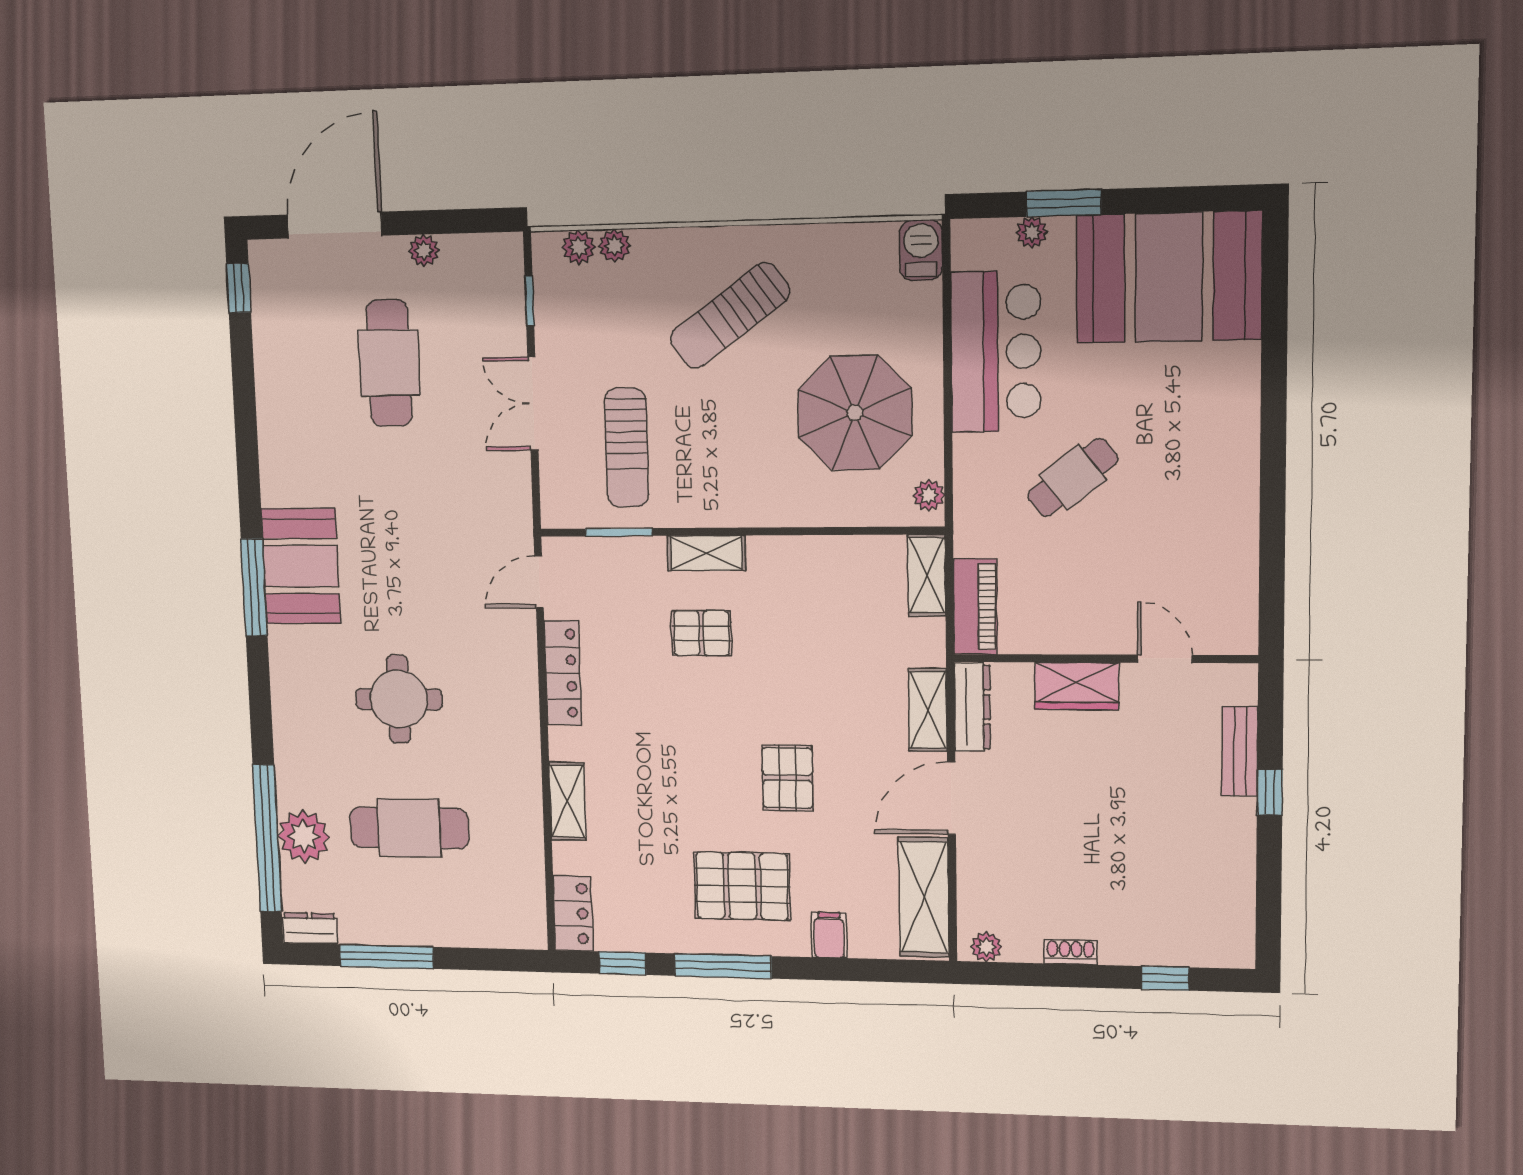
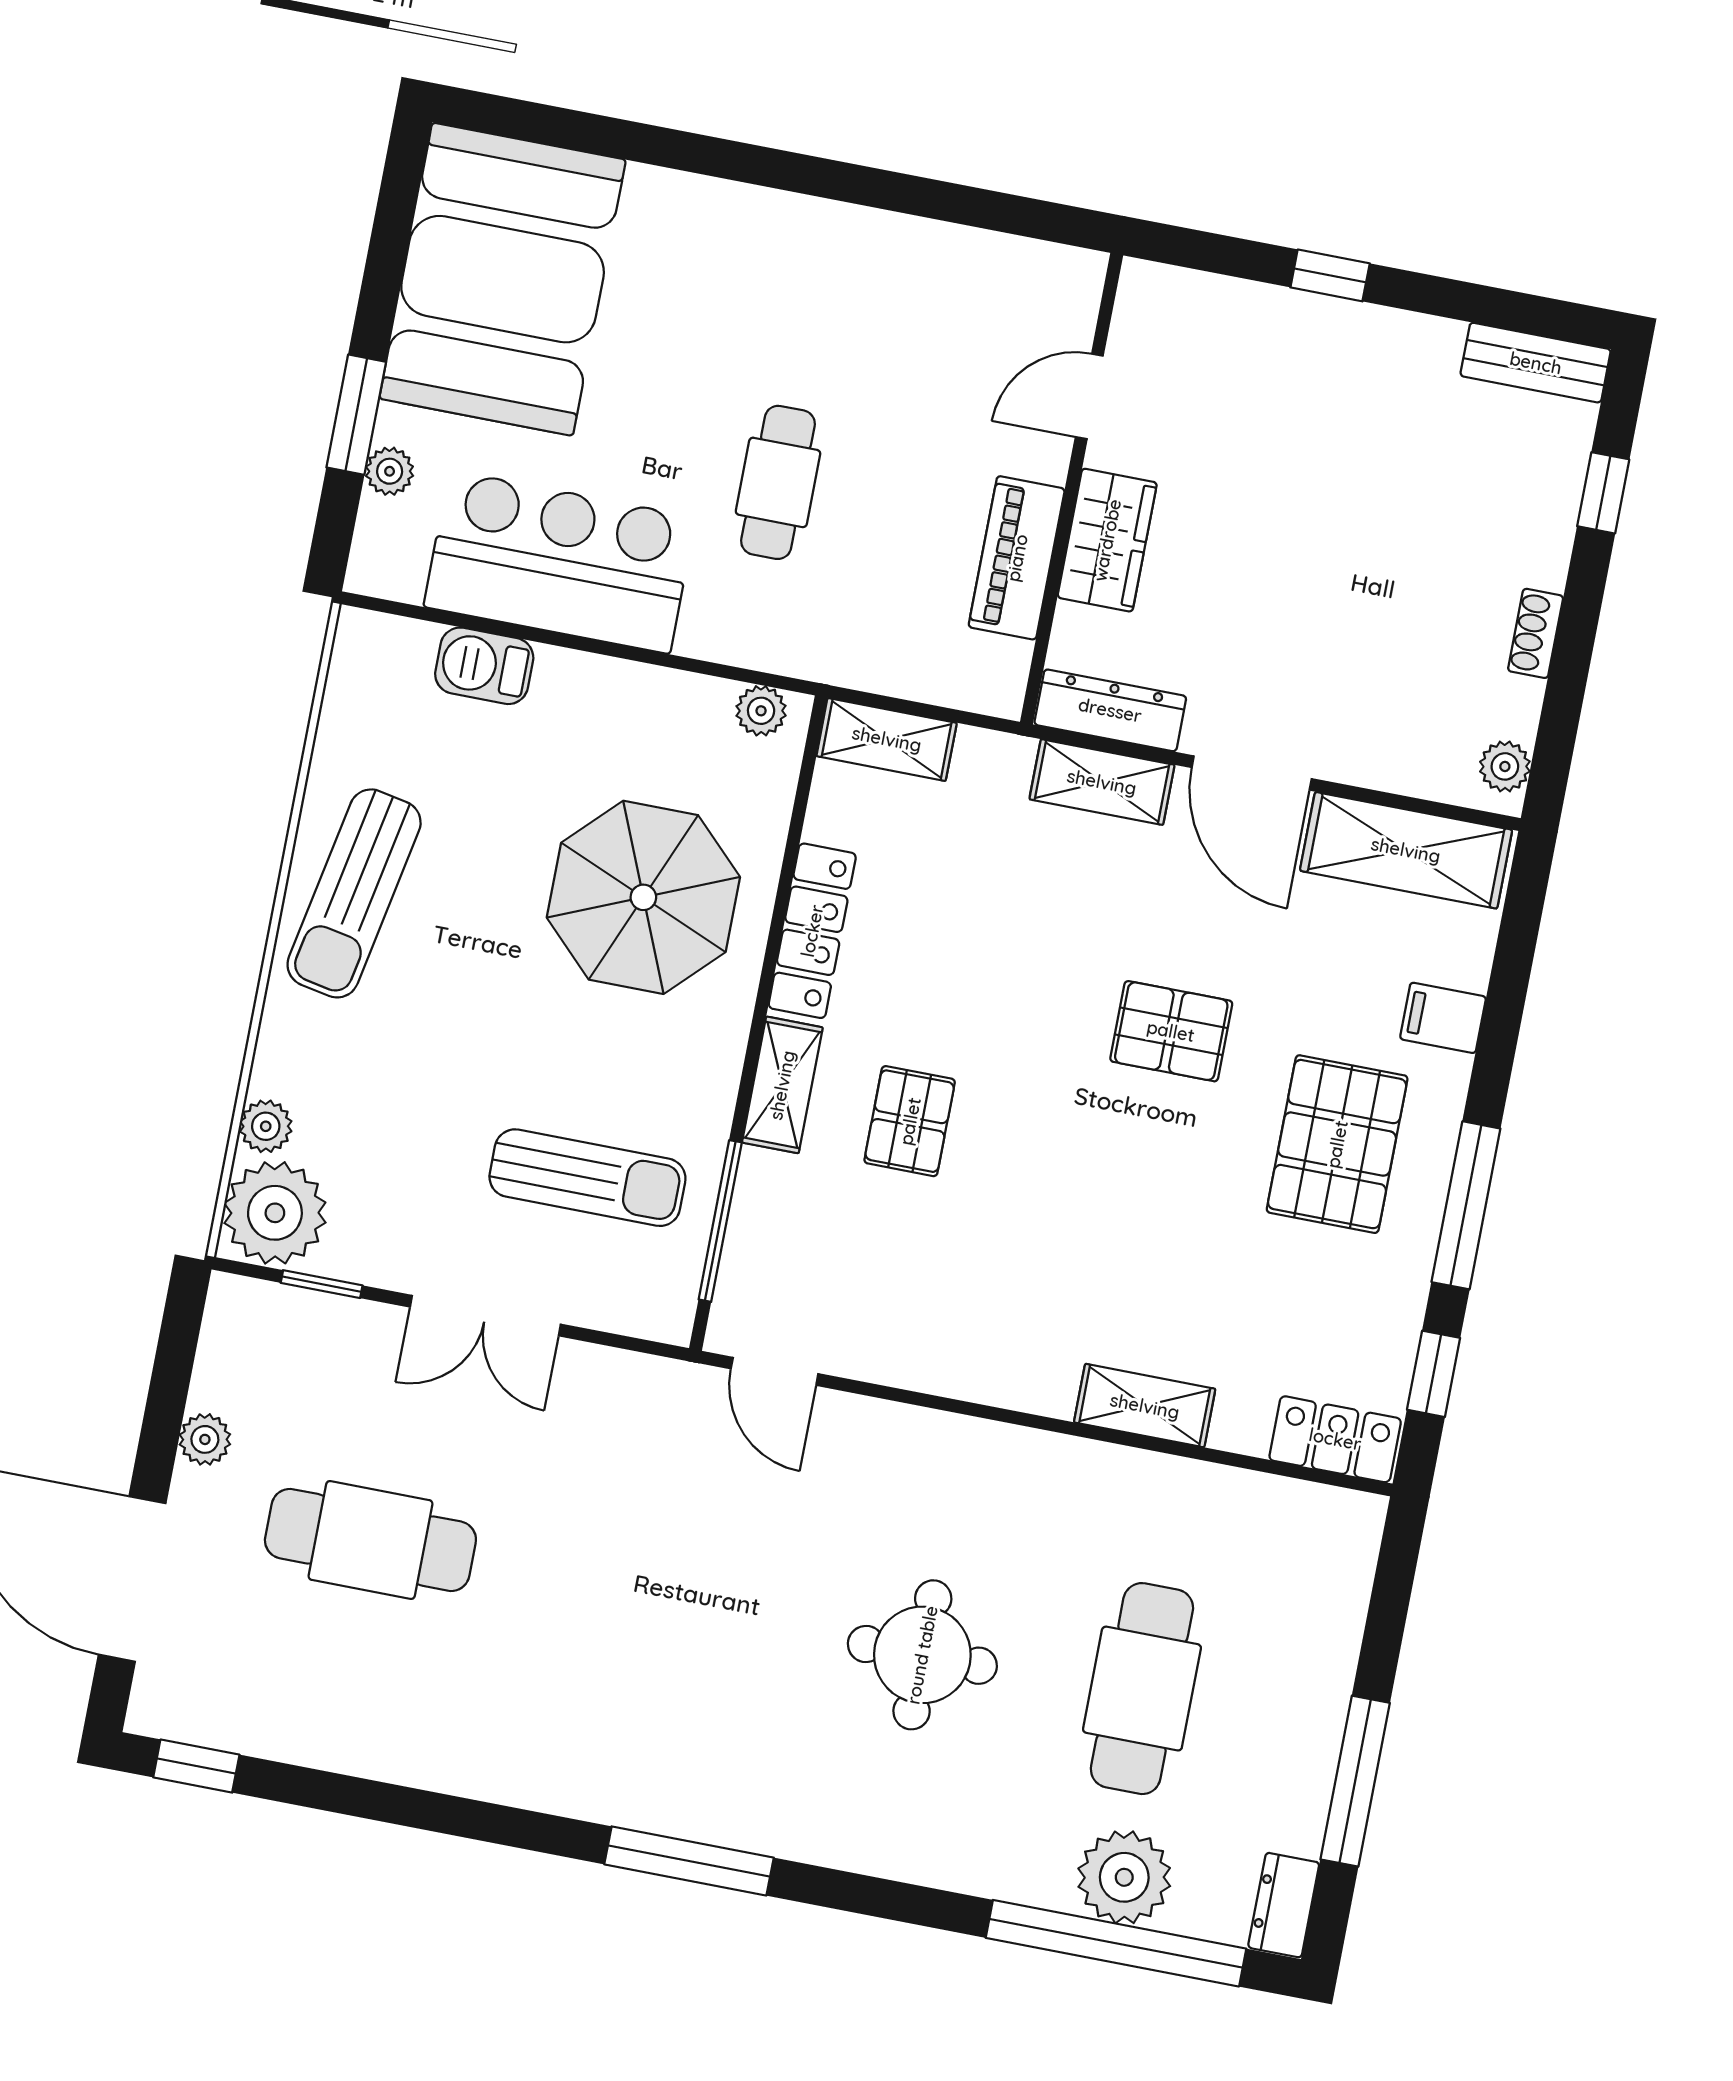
plant: (579, 247) -> (275, 1213), width x1.87, depth x1.87
barbecue: (921, 250) -> (484, 666), moved
sun lounger: (730, 315) -> (354, 893), moved, turned 47
parasol: (855, 413) -> (643, 897), moved
cafe table: (1073, 477) -> (778, 482), turned 38
window: (619, 532) -> (720, 1221), width x1.44
booth: (301, 566) -> (670, 1771), removed
piano: (975, 607) -> (1017, 558), moved, turned -90
locker: (563, 673) -> (812, 931), moved, turned 90
bench: (1240, 751) -> (1536, 363), moved

